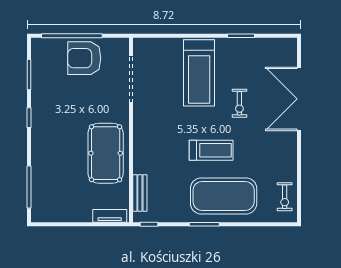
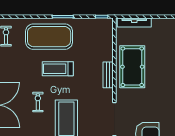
bench: (140, 193) -> (108, 75), moved
tv unit: (110, 216) -> (134, 23), width x1.41

